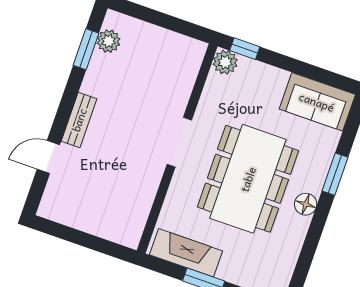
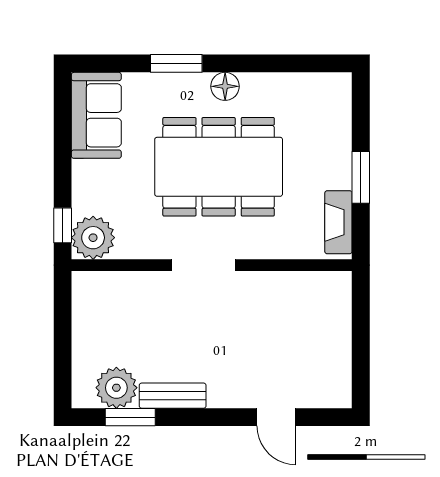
plant: (109, 41) -> (116, 388), width x1.36, depth x1.36
plant: (225, 62) -> (93, 238), width x1.36, depth x1.36
bench: (79, 120) -> (173, 396), moved
fireplace: (186, 253) -> (338, 222), width x0.73, depth x0.76

